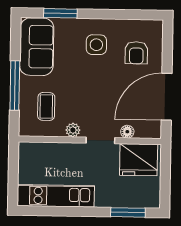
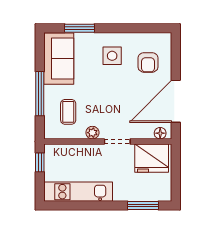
floor lamp: (127, 132) -> (160, 133), moved
window: (13, 162) -> (40, 162), added

